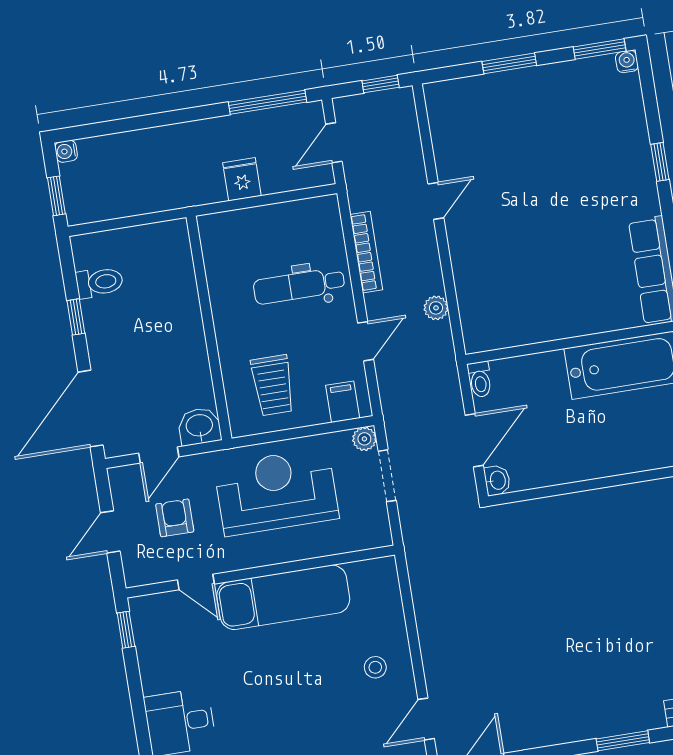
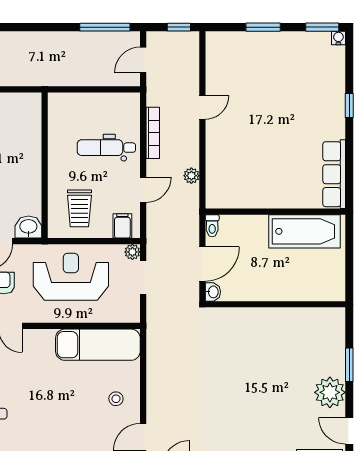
fridge: (242, 179) -> (81, 74), removed
exam couch: (283, 597) -> (98, 345), moved

